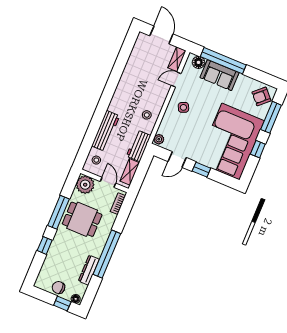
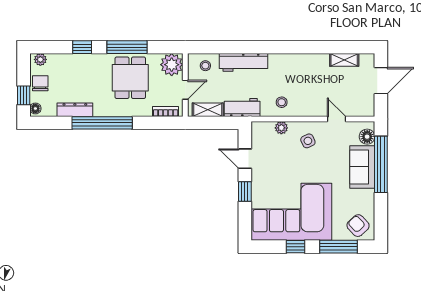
shelving: (177, 59) -> (344, 60), moved
plant: (159, 139) -> (281, 128), moved
plant: (41, 280) -> (40, 59), added

